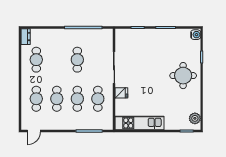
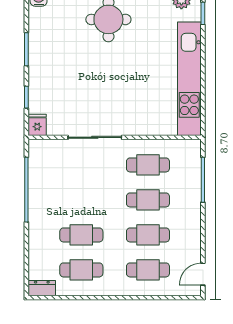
cafe table: (77, 60) -> (81, 235), moved
fridge: (121, 93) -> (37, 125), moved
kitchen unit: (140, 123) -> (189, 79), width x1.36
door: (34, 131) -> (203, 274), swing flipped

